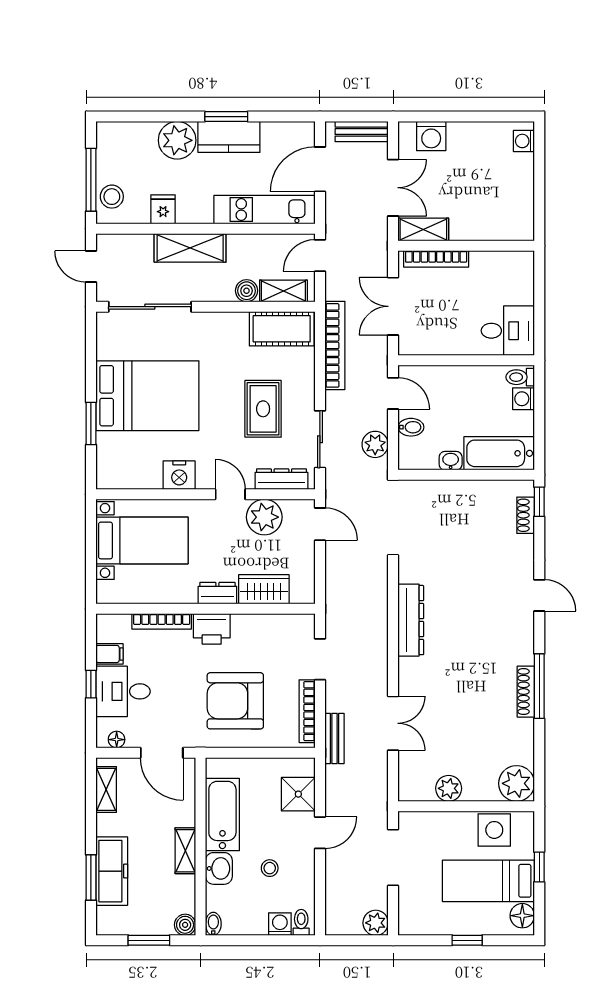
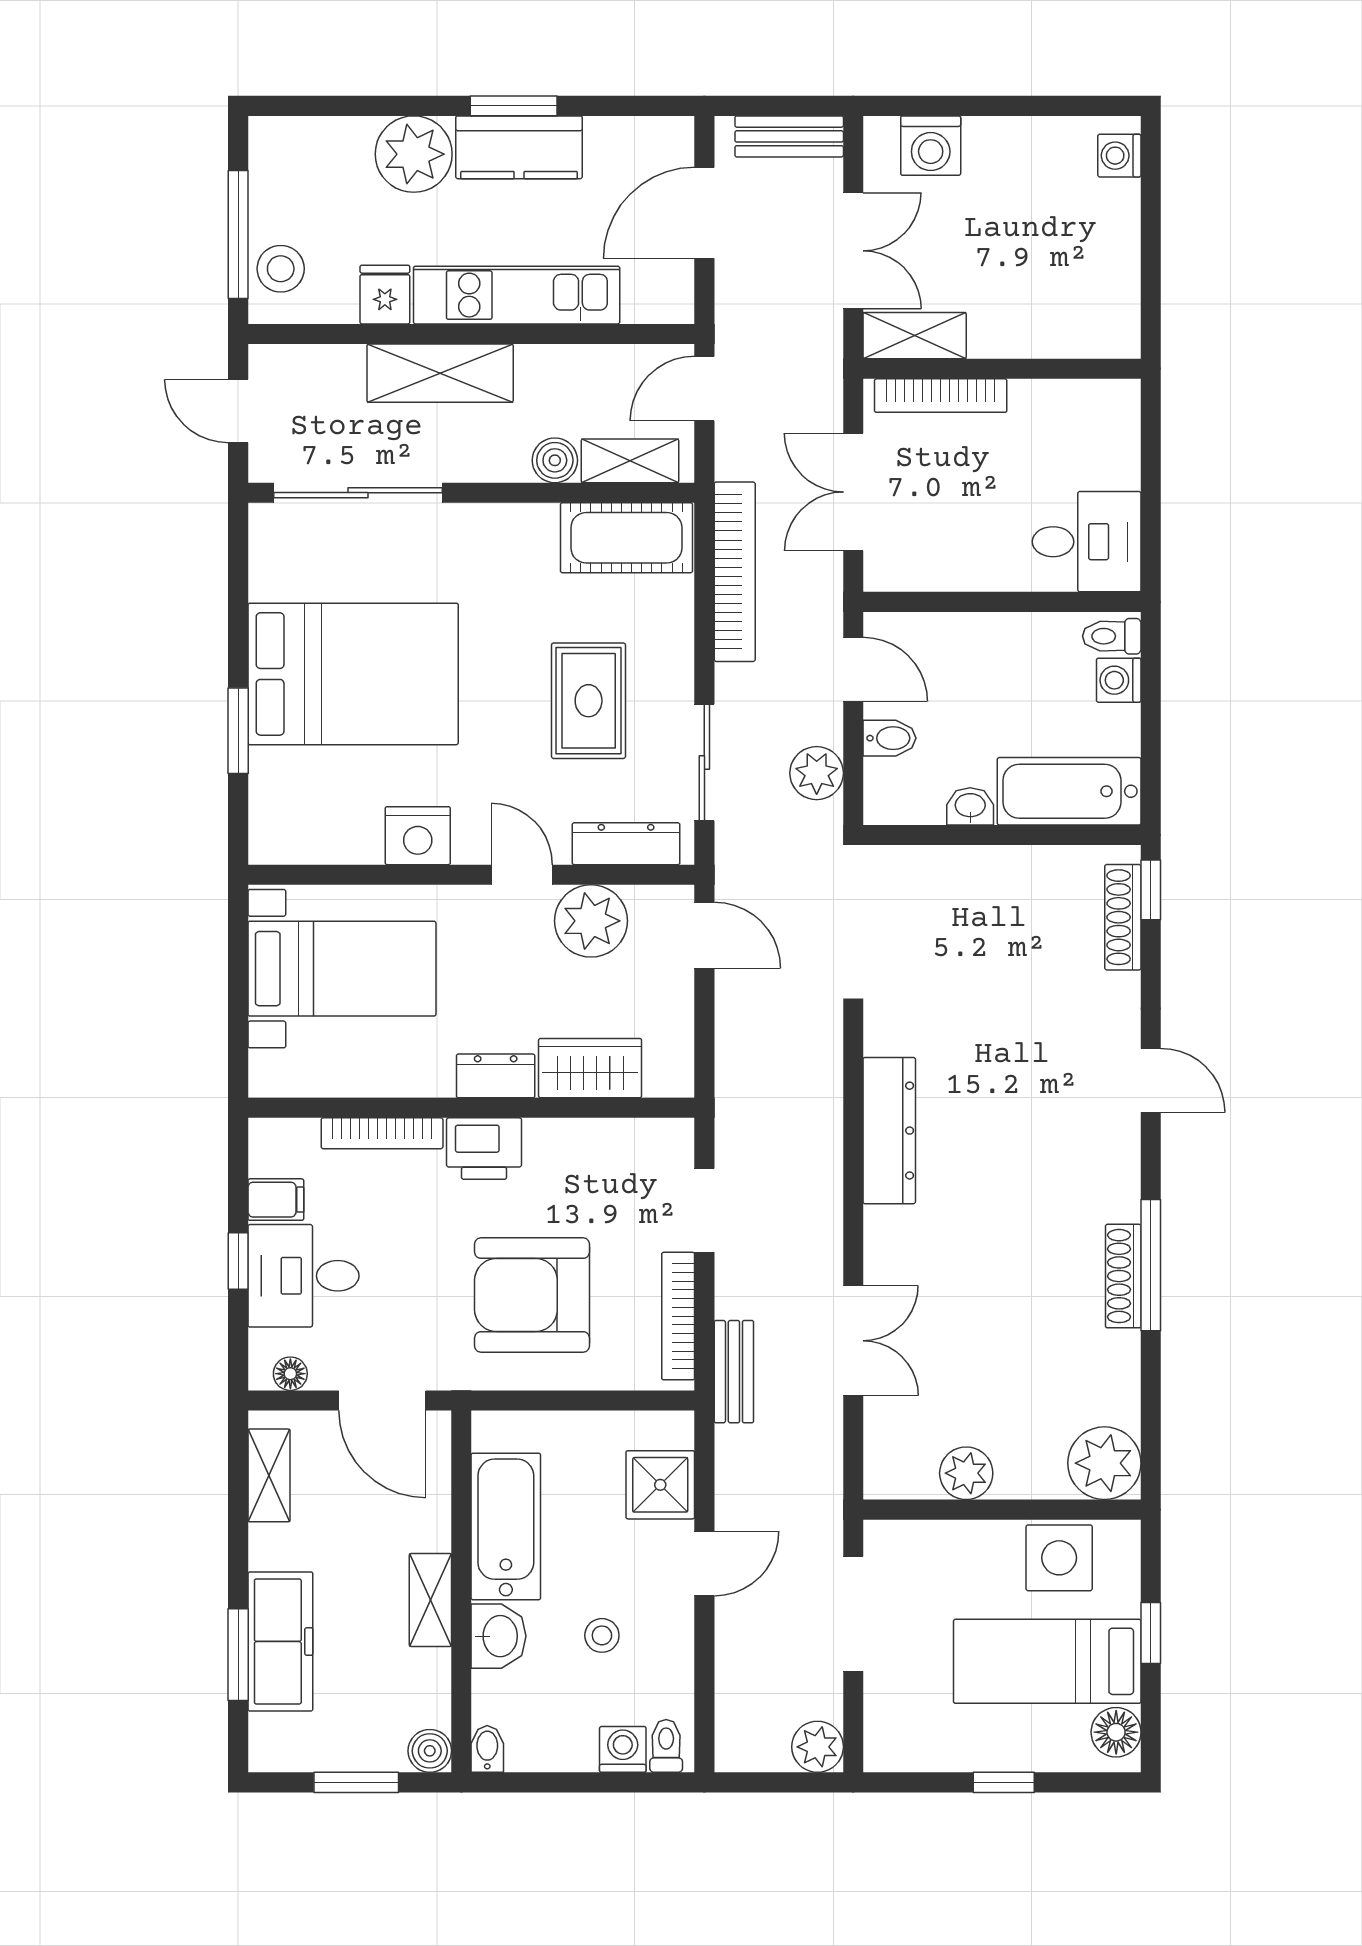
kitchen unit: (265, 210) -> (517, 295), moved
shoe rack: (526, 515) -> (1123, 917), width x1.43

